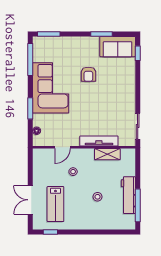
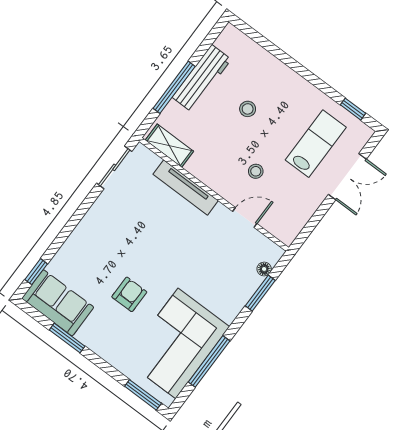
window: (30, 60) -> (209, 361), moved
corner sofa: (51, 88) -> (177, 343), moved
window: (30, 108) -> (260, 293), moved
shelving: (107, 154) -> (169, 146), moved
window: (138, 205) -> (174, 87), moved

